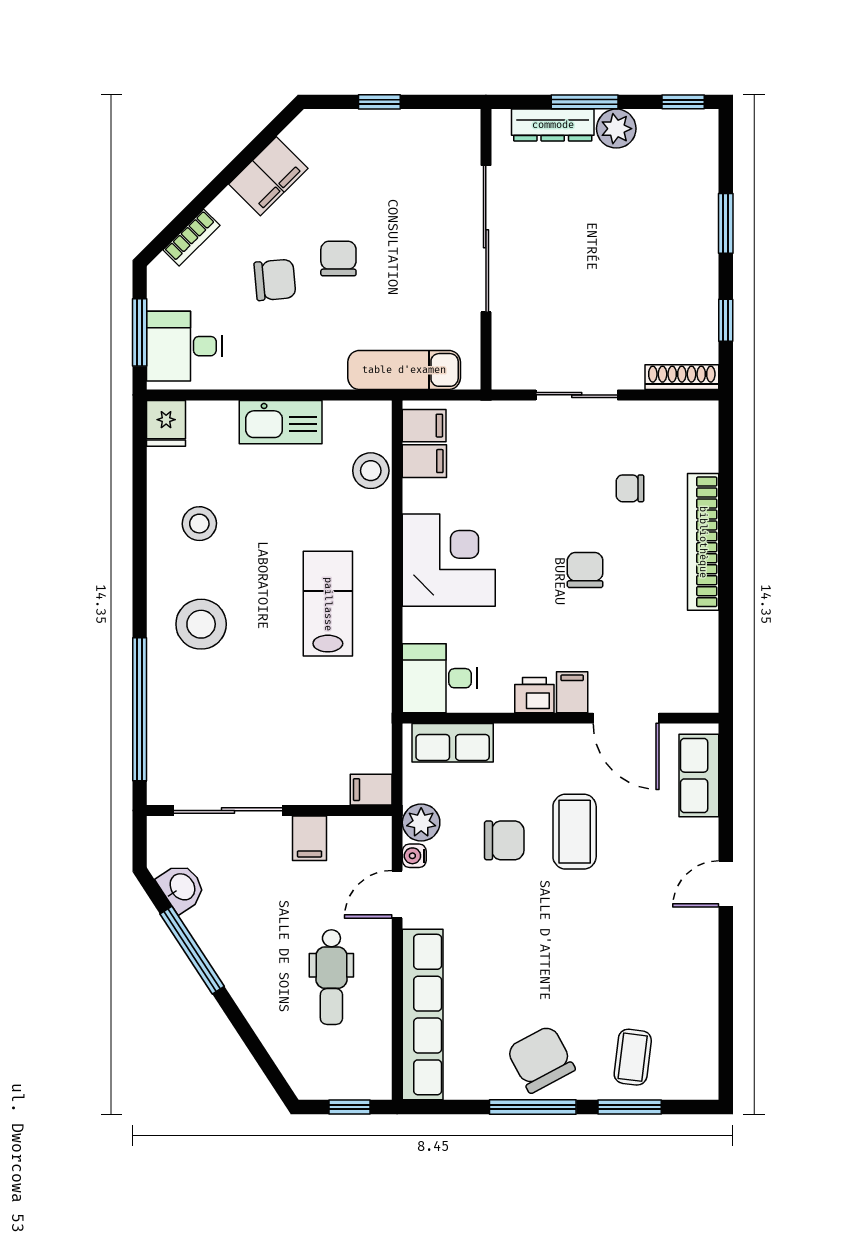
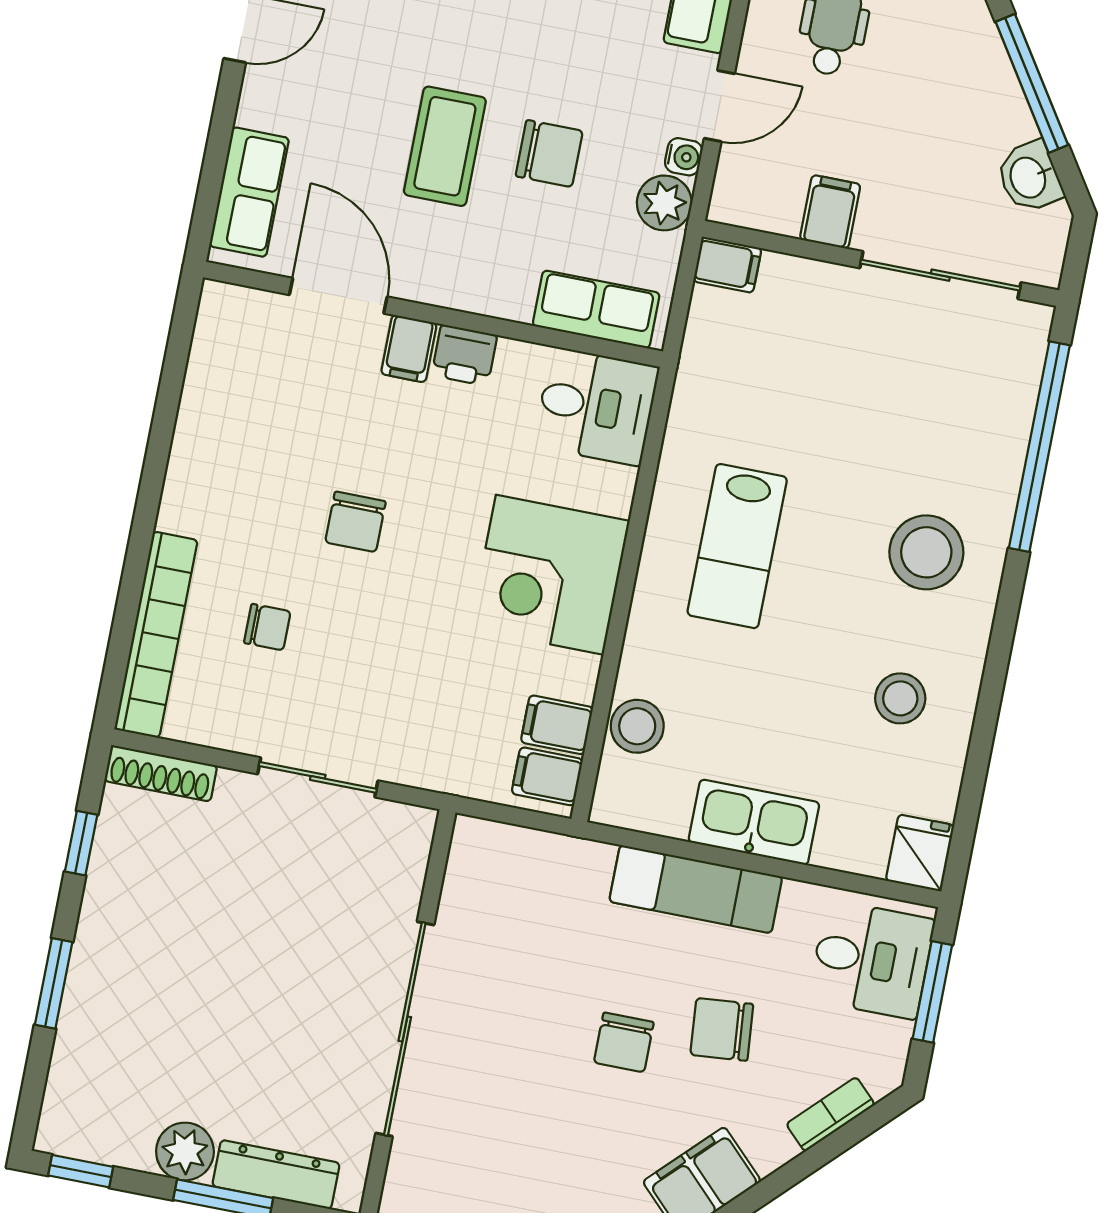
exam couch: (404, 370) -> (696, 889), moved
bookcase: (703, 542) -> (156, 635), moved
chair: (504, 840) -> (549, 154), turned 180

